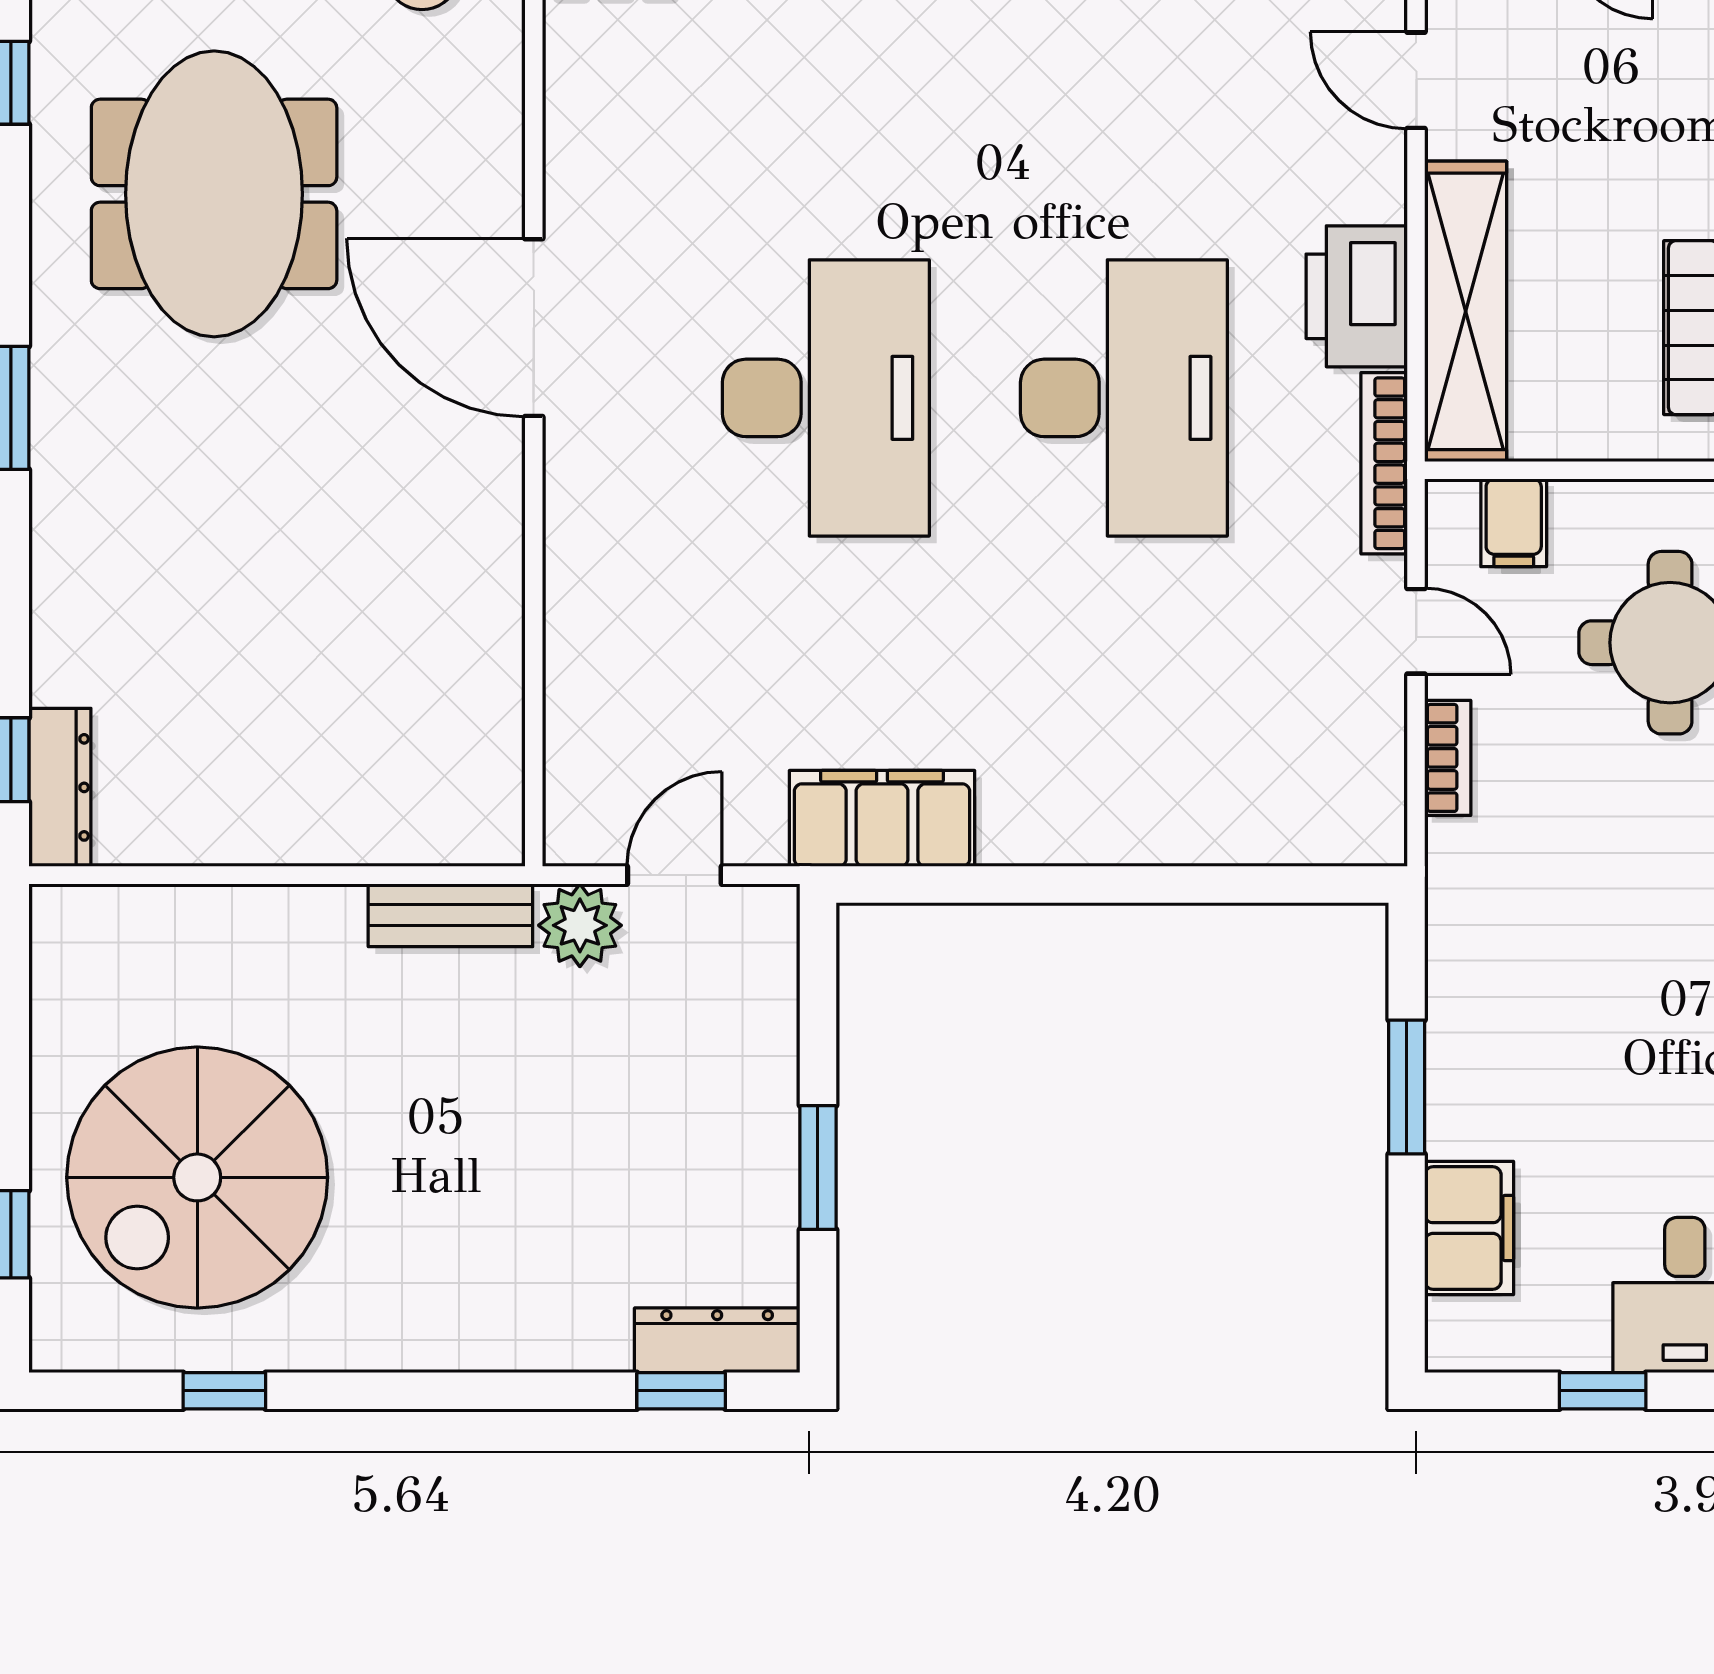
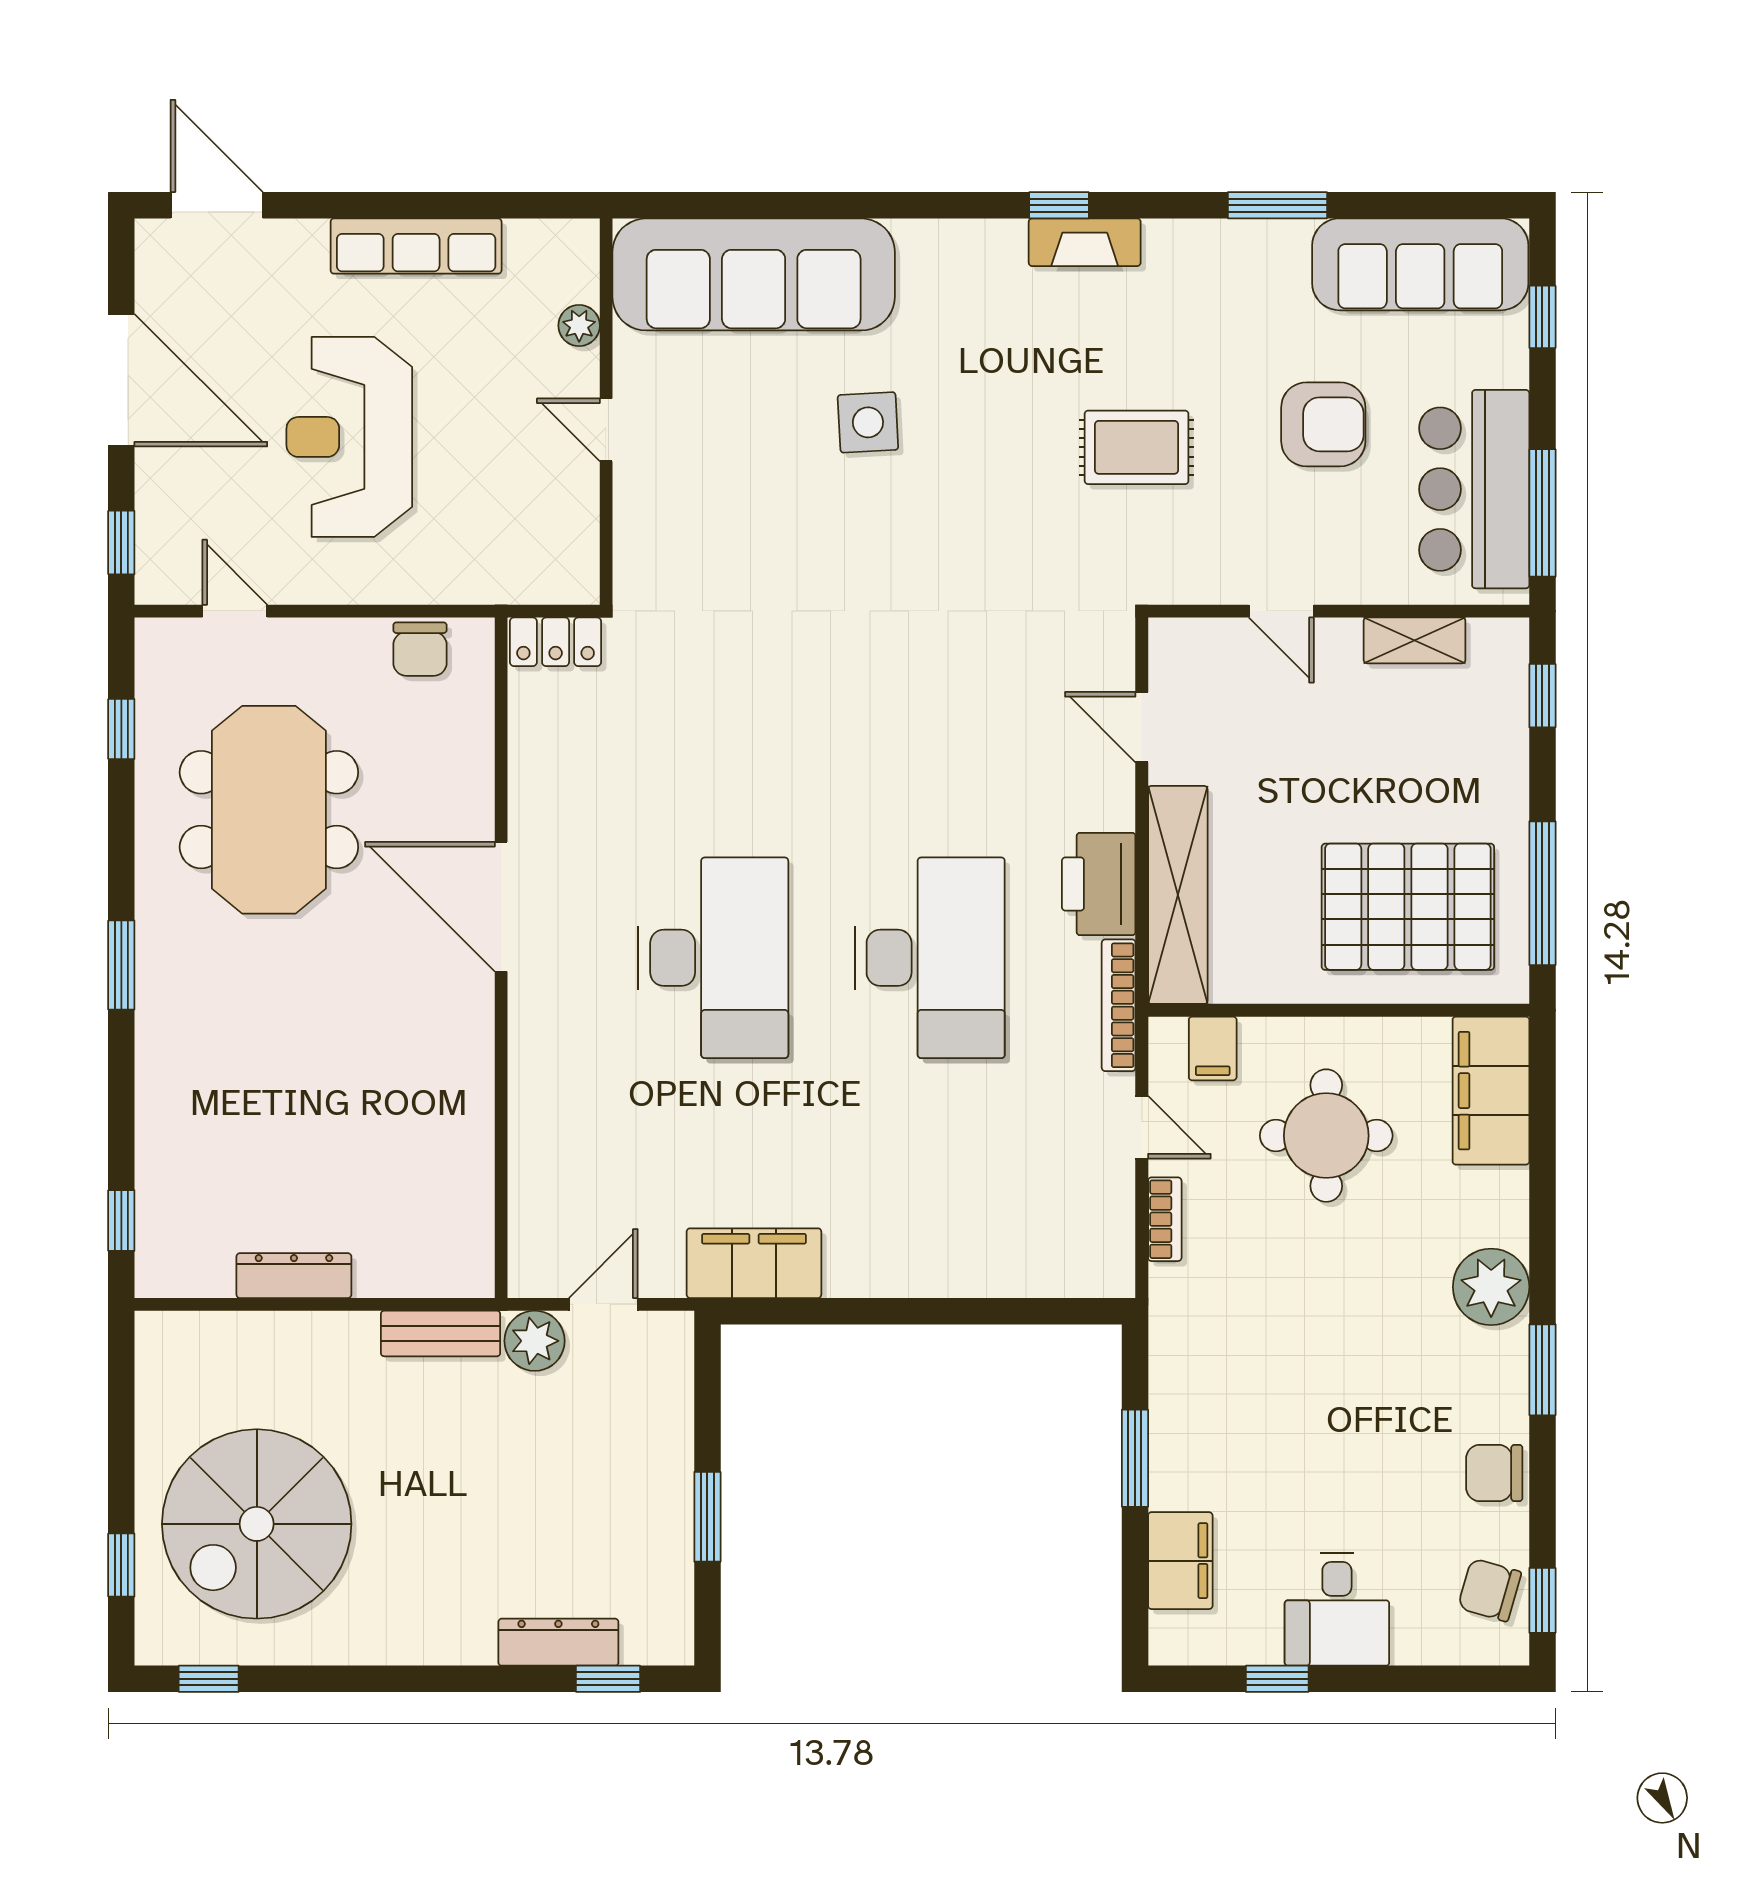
dresser: (60, 787) -> (294, 1276), moved, turned -90
dresser: (717, 1340) -> (558, 1642), moved
window: (224, 1391) -> (209, 1679), moved

